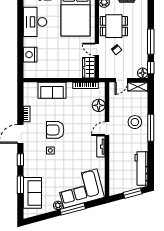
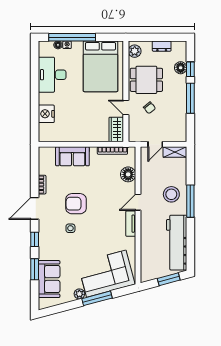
window: (151, 68) -> (190, 69), moved
floor lamp: (143, 73) -> (181, 68), moved
workbench: (141, 169) -> (177, 243), width x1.36, depth x1.32

